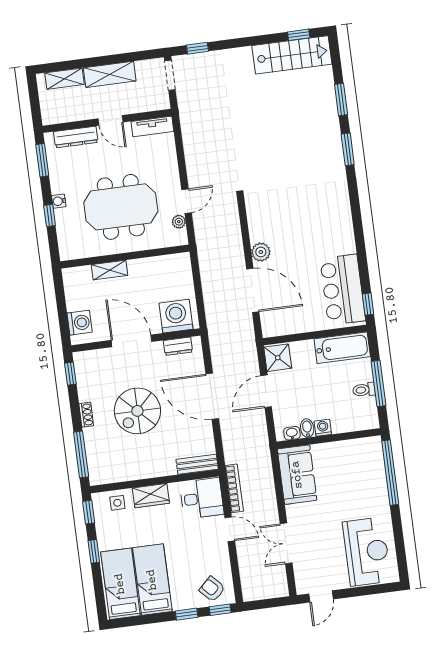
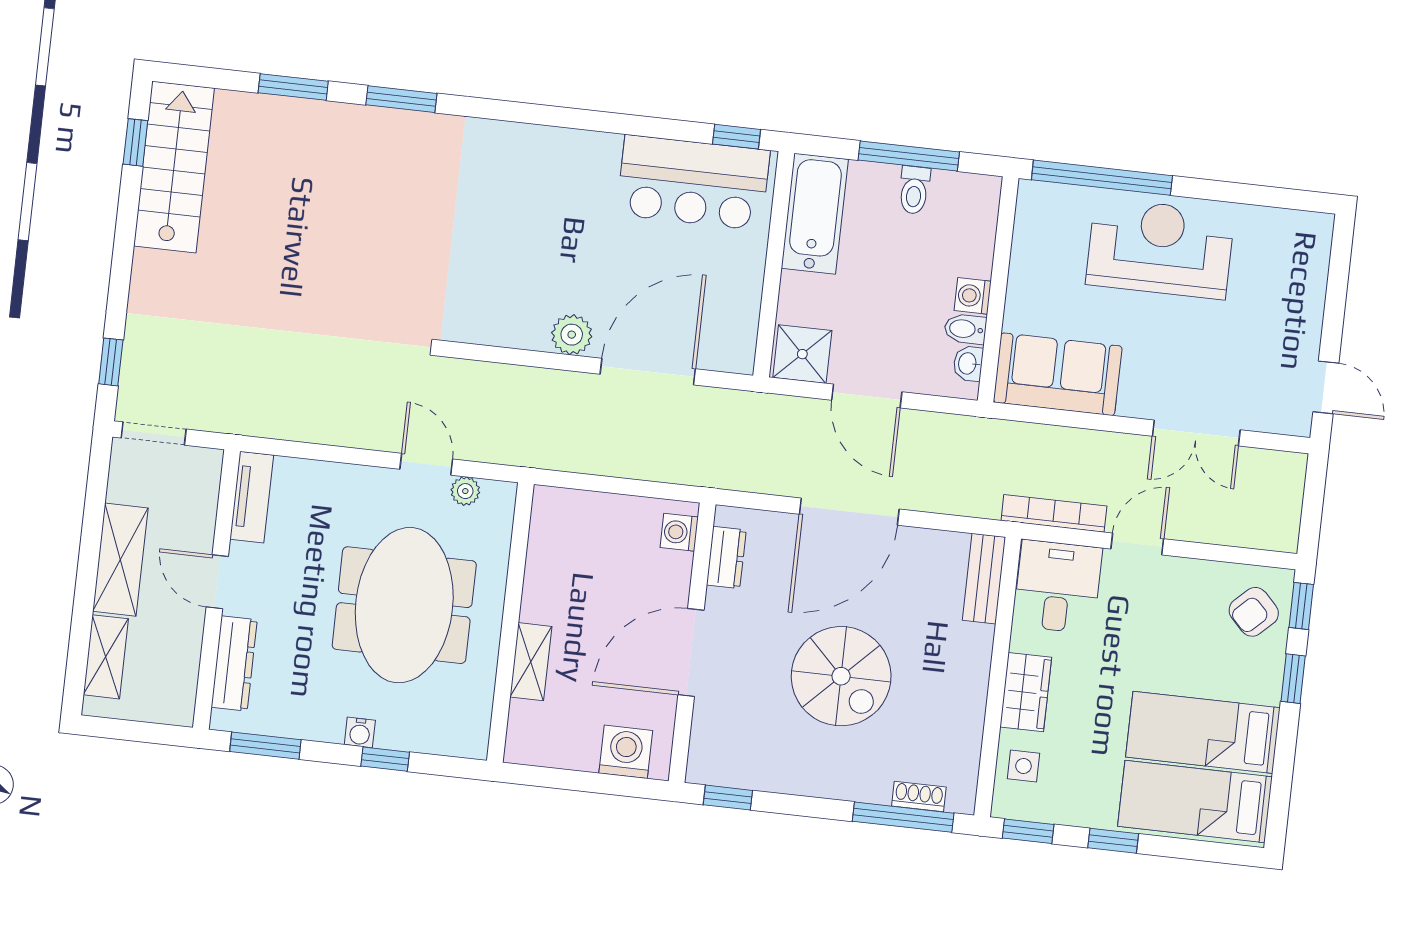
door: (111, 120) -> (217, 582), swing flipped
washing machine: (176, 316) -> (679, 532), width x0.53, depth x0.53
shoe rack: (86, 415) -> (919, 796), moved
reception desk: (367, 552) -> (1160, 248), moved

